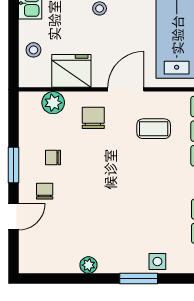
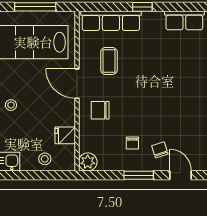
fridge: (71, 71) -> (65, 135), width x0.53, depth x0.75
plant: (53, 103) -> (88, 162), moved
chair: (45, 191) -> (160, 150), turned 72

